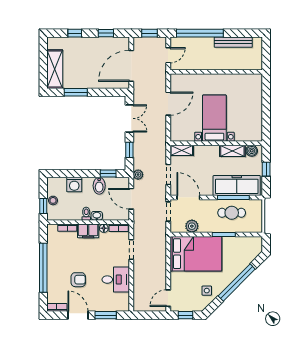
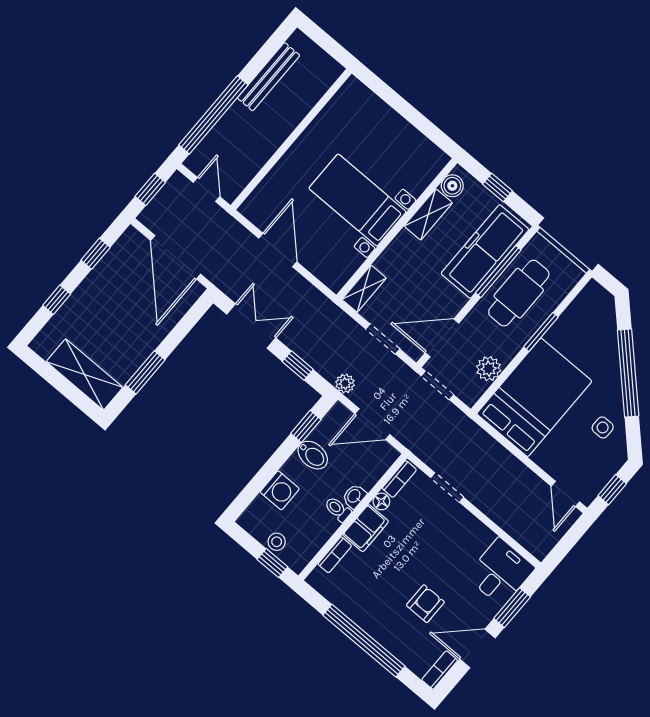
cafe table: (232, 213) -> (519, 293), width x1.37, depth x1.35
desk: (116, 280) -> (500, 572), moved

